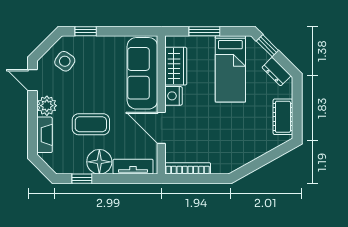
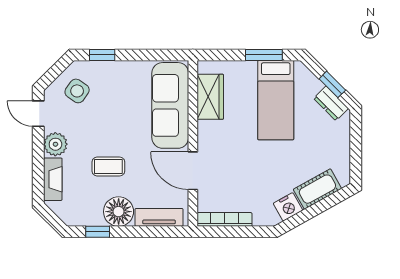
window: (204, 31) -> (264, 55), moved
window: (267, 46) -> (332, 84), moved
nightstand: (173, 96) -> (288, 207), moved, turned -119
cot: (283, 117) -> (317, 189), moved, turned 61
coffee table: (91, 124) -> (108, 167), width x0.73, depth x0.77

